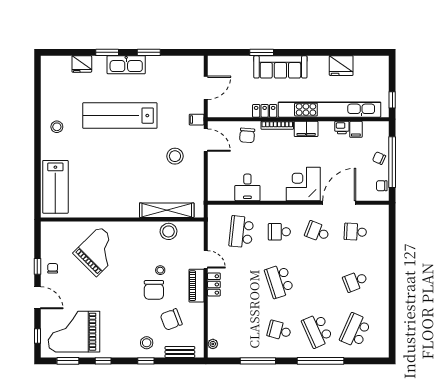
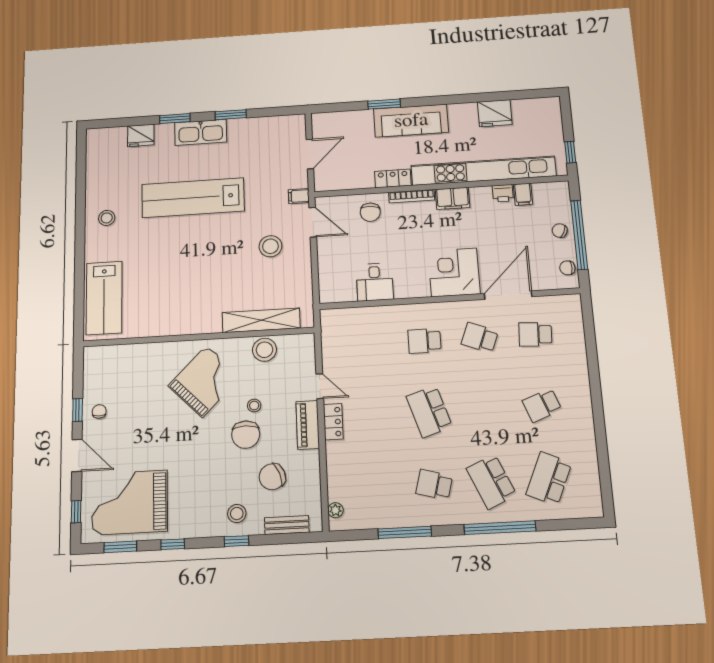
school desk: (241, 232) -> (369, 344), removed
grand piano: (98, 251) -> (205, 381), moved

